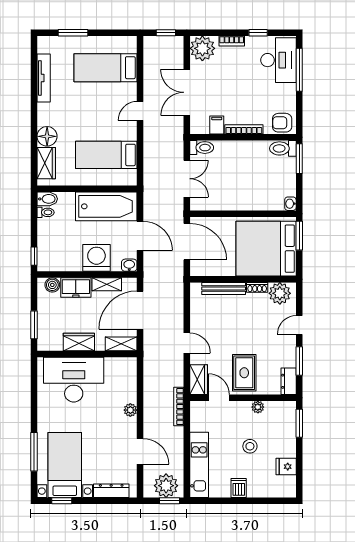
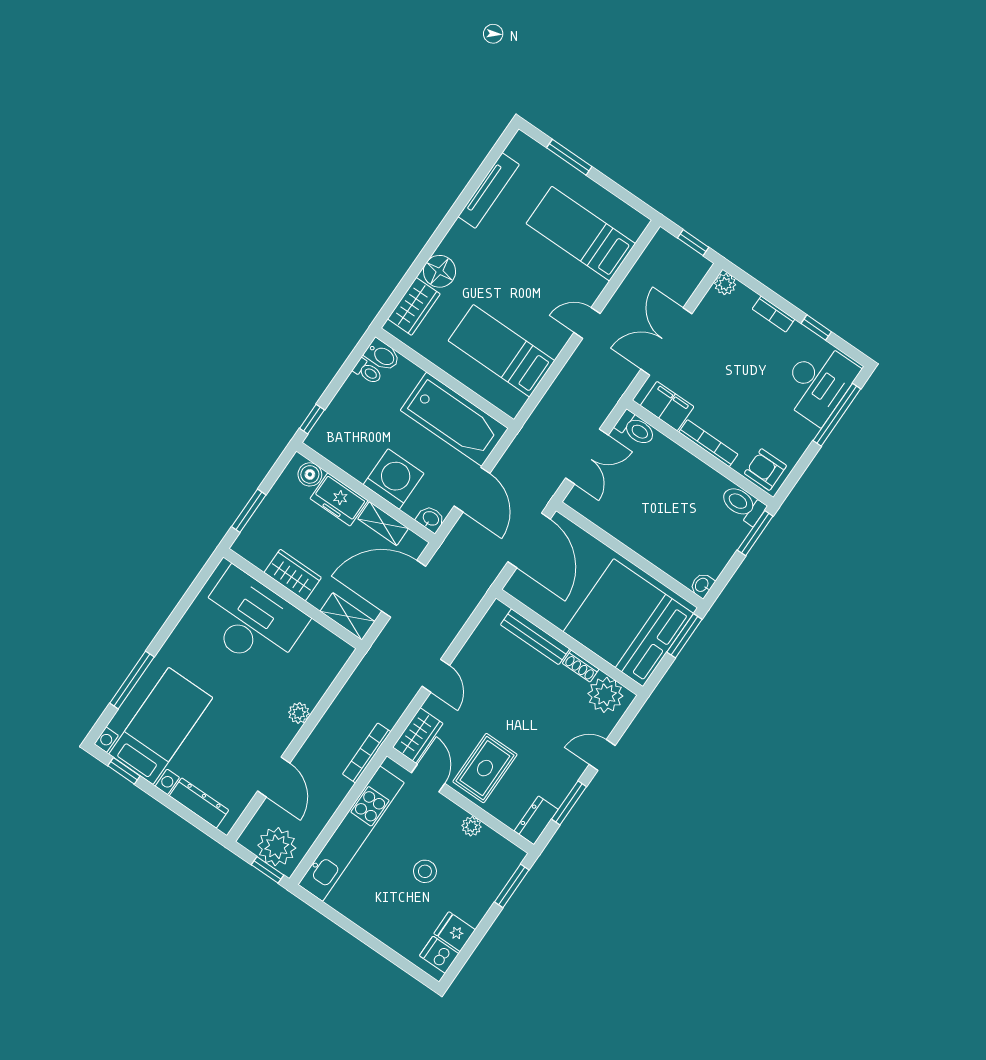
plant: (202, 48) -> (725, 284), width x0.53, depth x0.53
filing cabinet: (217, 125) -> (667, 406), width x2.00
kitchen unit: (199, 465) -> (351, 834), width x1.36
dishwasher: (239, 488) -> (439, 955), moved, turned -90

